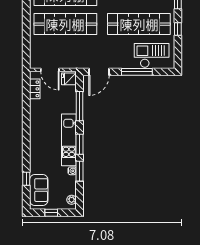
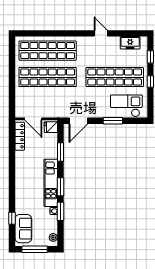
window: (137, 72) -> (113, 121), width x0.69
locker: (35, 89) -> (20, 136), width x1.53
window: (80, 106) -> (61, 152), width x0.69
window: (51, 213) -> (35, 249), width x2.17

